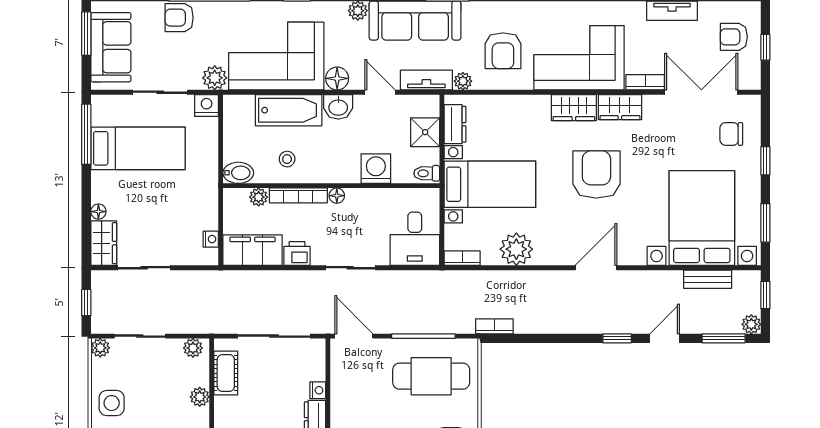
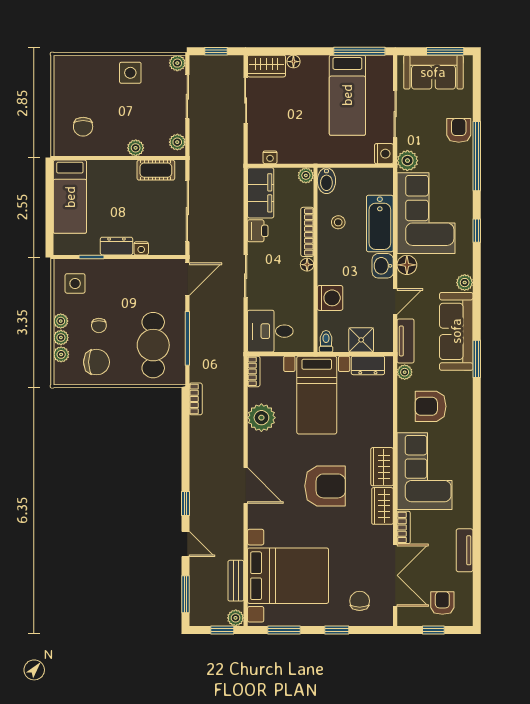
plant: (259, 197) -> (306, 175), moved
plant: (751, 324) -> (236, 618), moved

